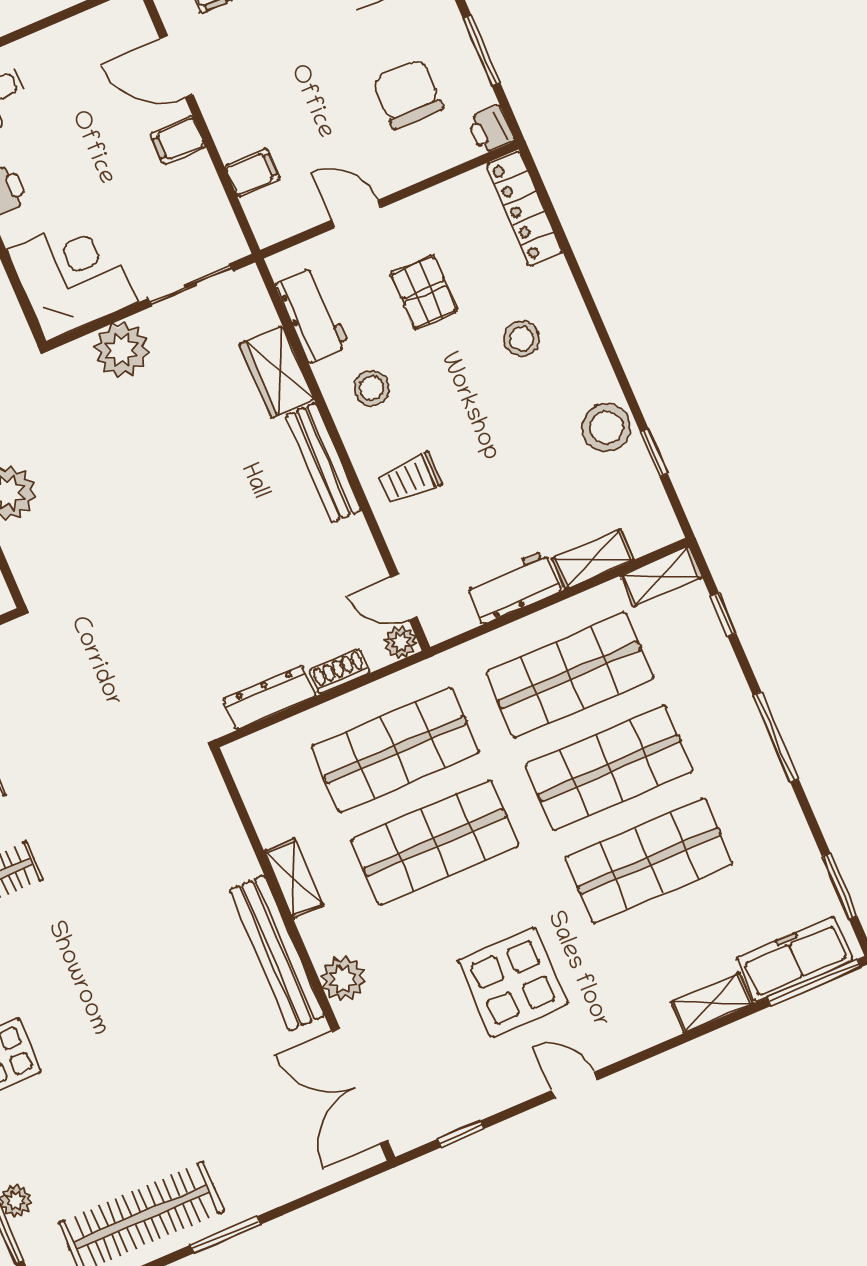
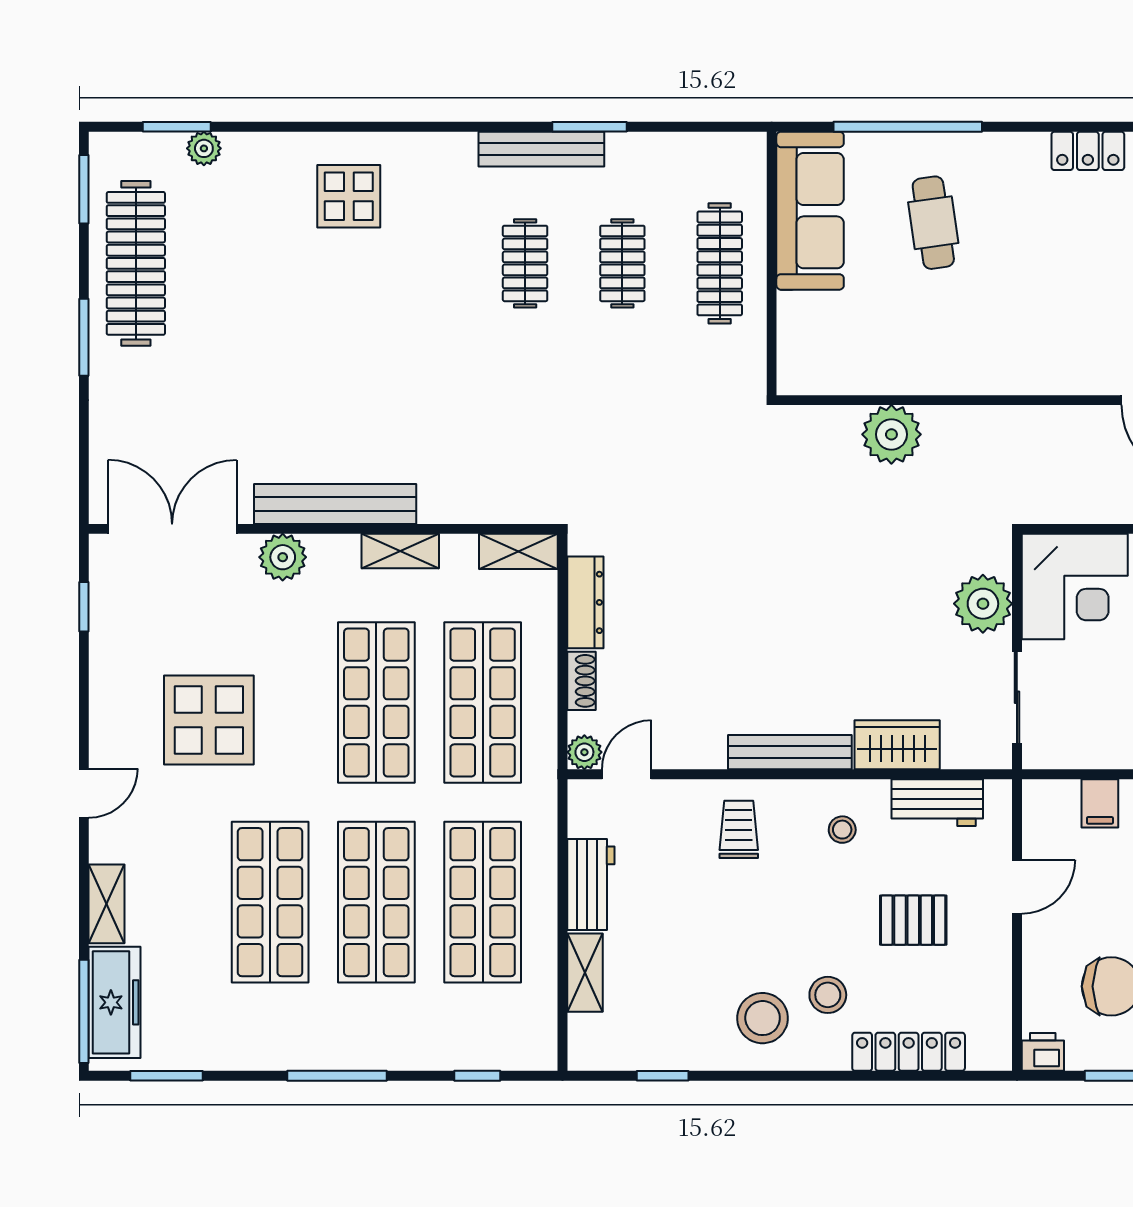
locker: (524, 208) -> (909, 1052), moved
stool: (372, 388) -> (842, 830), width x0.73, depth x0.73
stool: (606, 427) -> (763, 1018), moved
shelving: (661, 576) -> (518, 551), moved, turned 90
door: (574, 1085) -> (84, 793), moved

